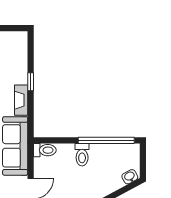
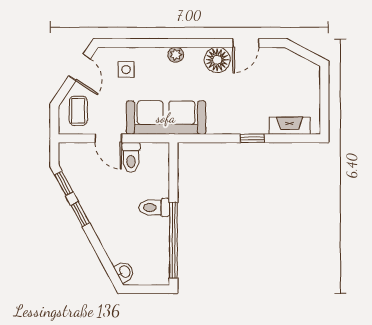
fireplace: (21, 100) -> (290, 126), moved
toilet: (45, 150) -> (131, 157), moved

